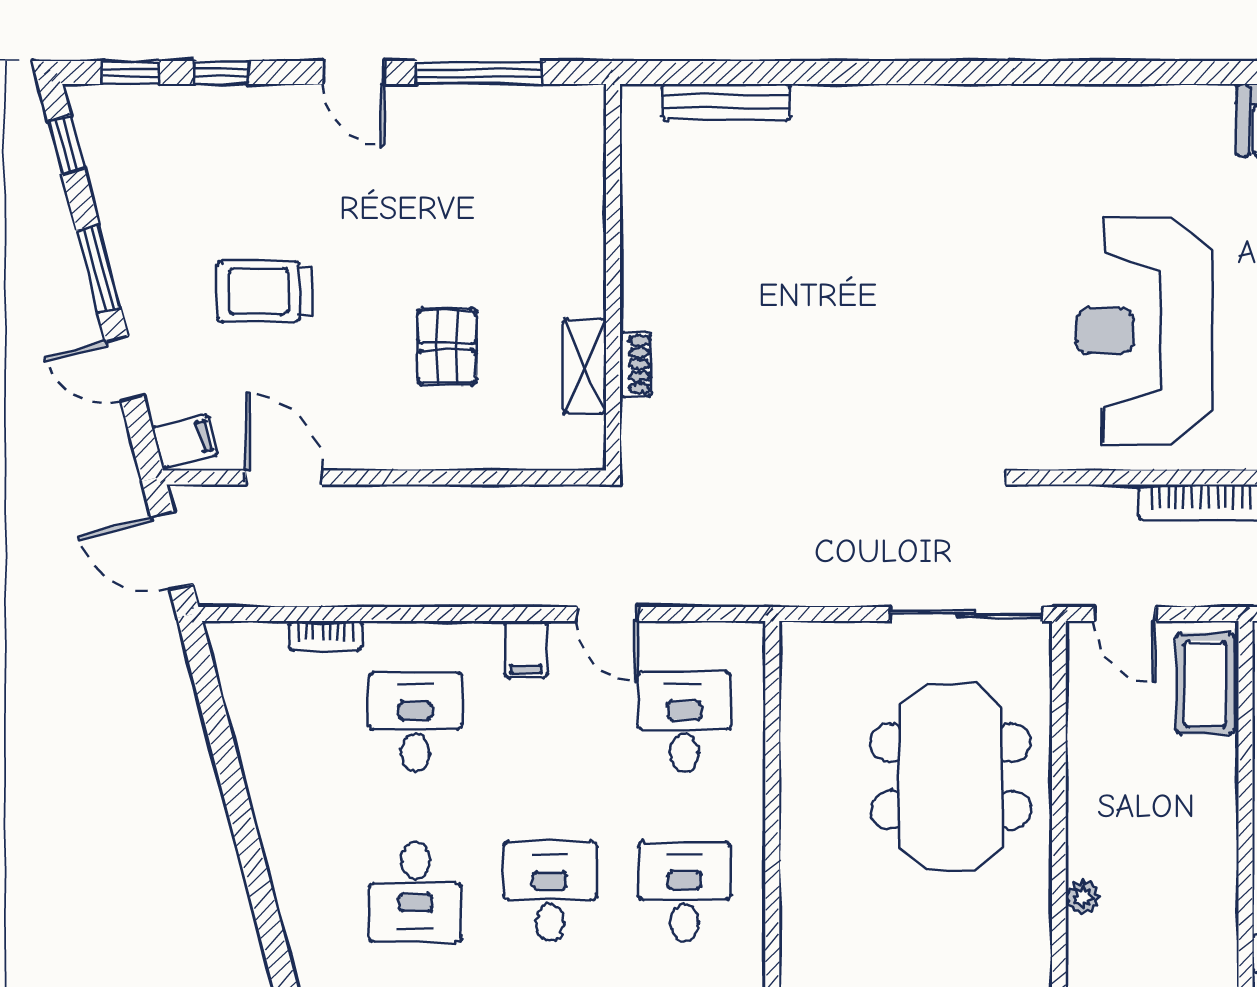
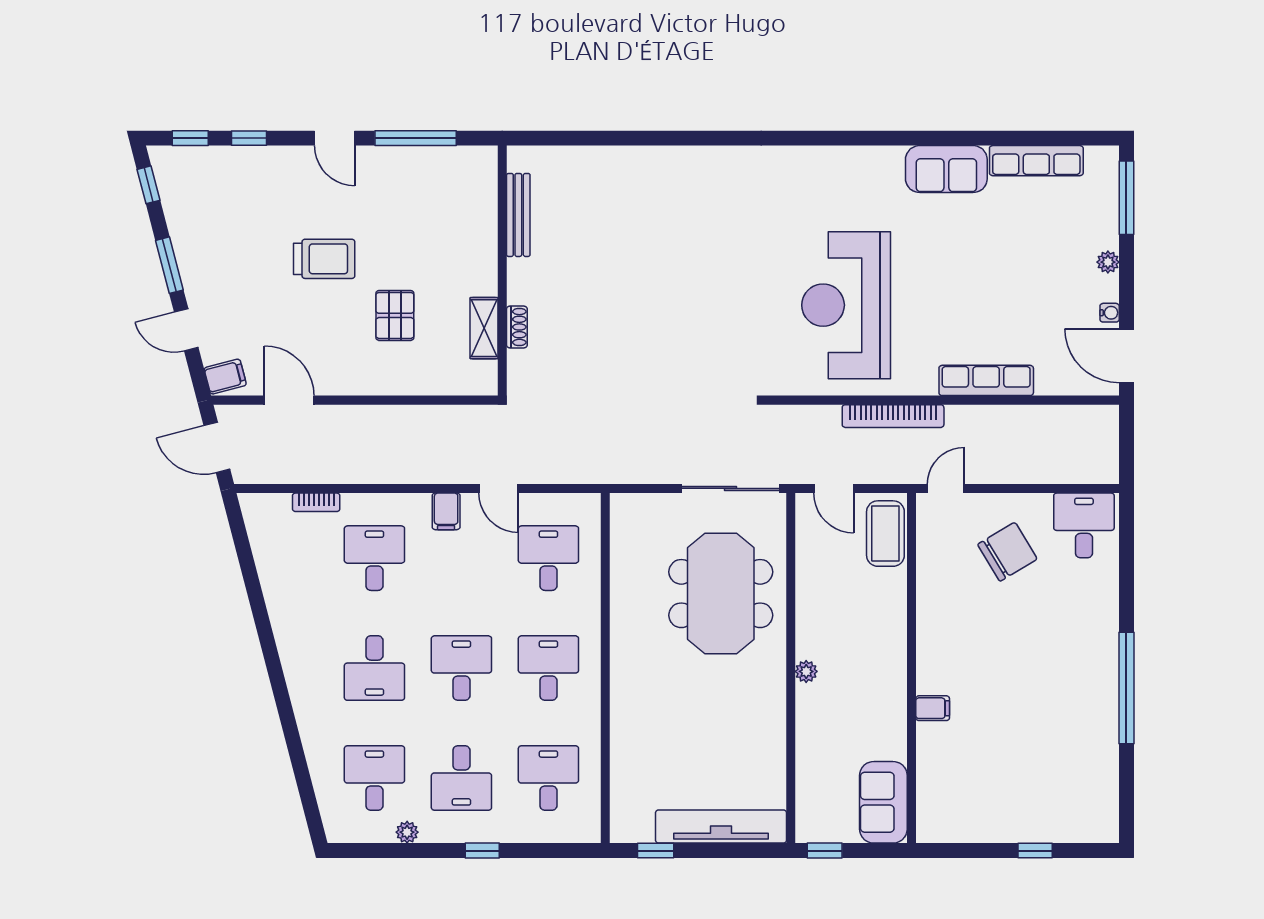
bench: (726, 102) -> (518, 215), moved, turned 90
trolley: (265, 291) -> (324, 259), moved, turned 180

